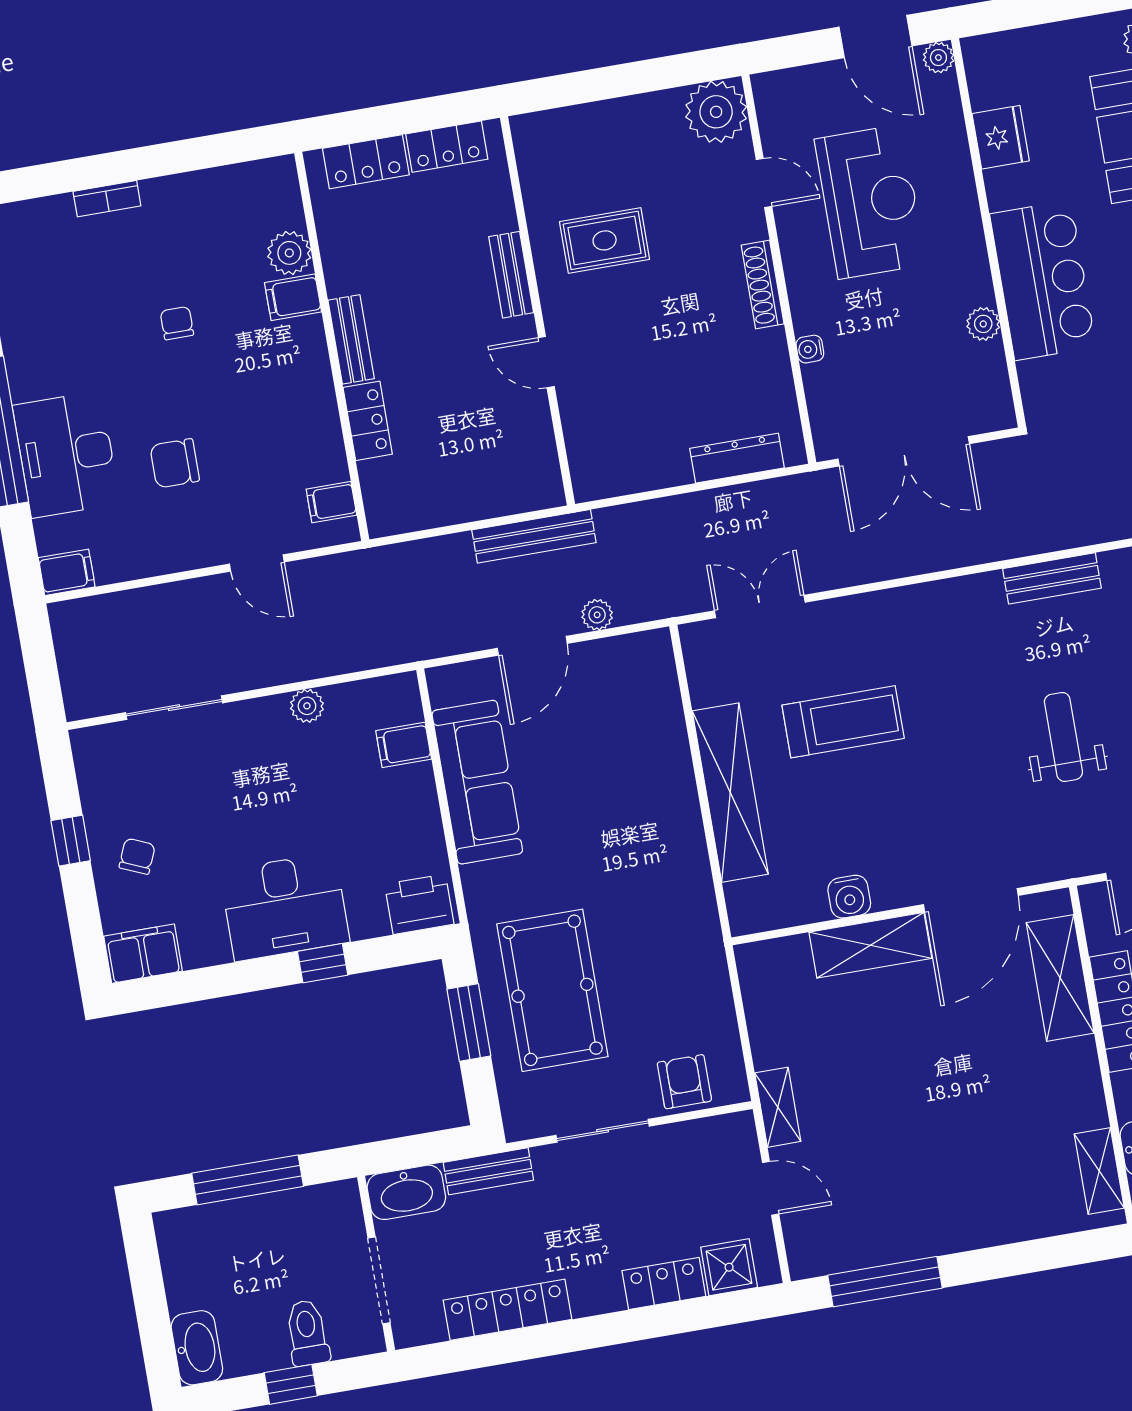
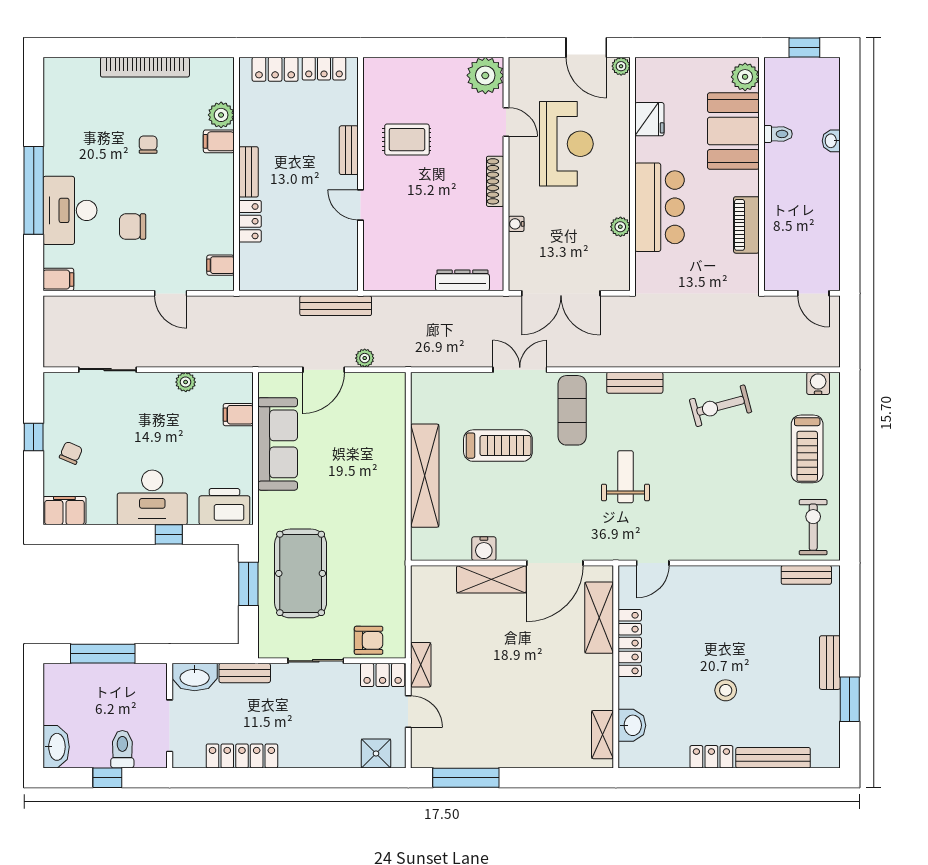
bookcase: (107, 199) -> (145, 67), width x2.31, depth x1.31
double door: (760, 607) -> (520, 370), moved
exercise mat: (956, 642) -> (572, 410), added
printer: (419, 904) -> (224, 507), width x1.37, depth x1.19
armchair: (684, 1082) -> (369, 640), turned 90
locker: (664, 1283) -> (383, 675), moved, turned 180

